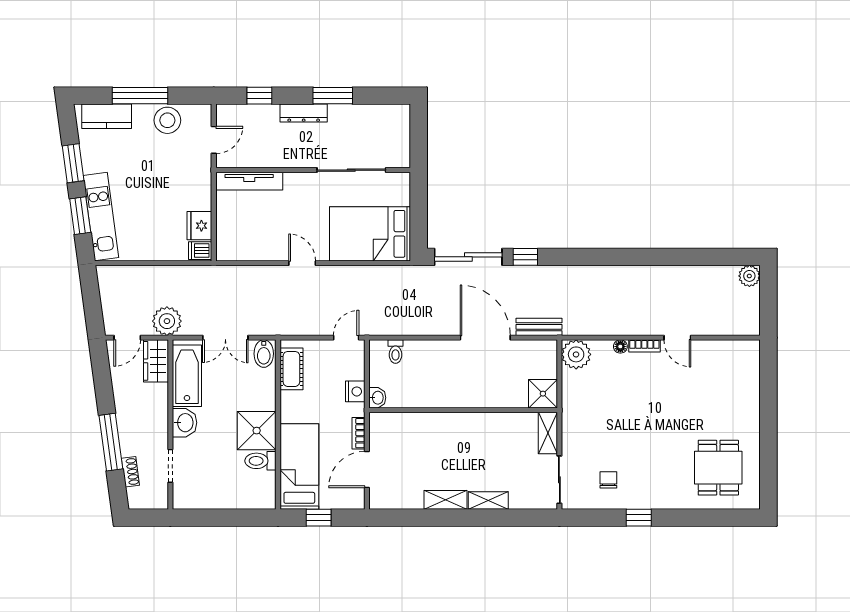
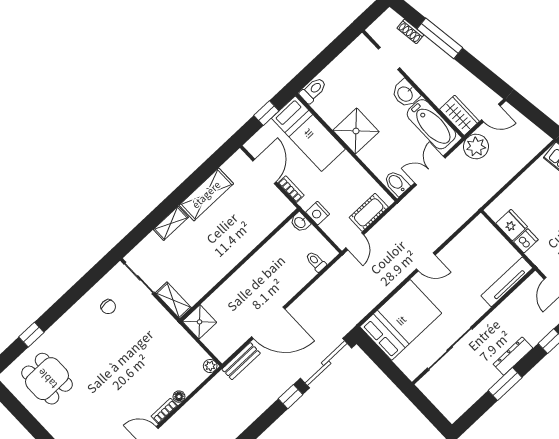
dishwasher: (200, 251) -> (526, 241), moved
door: (127, 338) -> (491, 113), swing flipped
plant: (576, 354) -> (210, 366), width x0.53, depth x0.53
cot: (291, 369) -> (369, 212), moved, turned 90
toilet: (260, 461) -> (313, 90), moved
shelving: (445, 500) -> (206, 194), width x1.50, depth x1.33
window: (639, 518) -> (31, 335), moved

